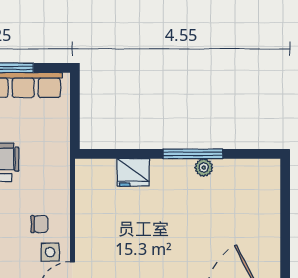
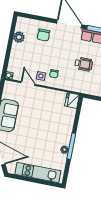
fridge: (133, 172) -> (72, 100), moved
kitchen unit: (266, 217) -> (38, 172), added

